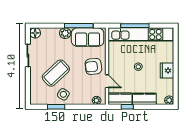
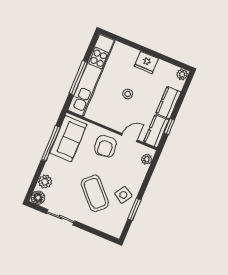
plant: (65, 33) -> (45, 182), moved

